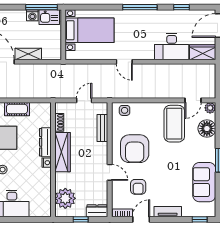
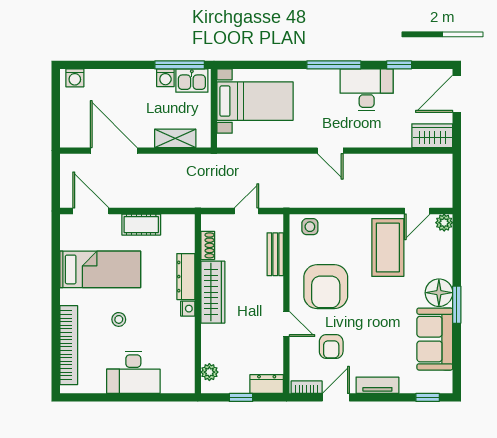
desk: (172, 47) -> (367, 90), moved, turned 180
shelving: (28, 54) -> (175, 138), moved
door: (124, 62) -> (330, 151), moved
floor lamp: (207, 129) -> (439, 293), moved
plant: (65, 198) -> (209, 372), width x0.53, depth x0.53

